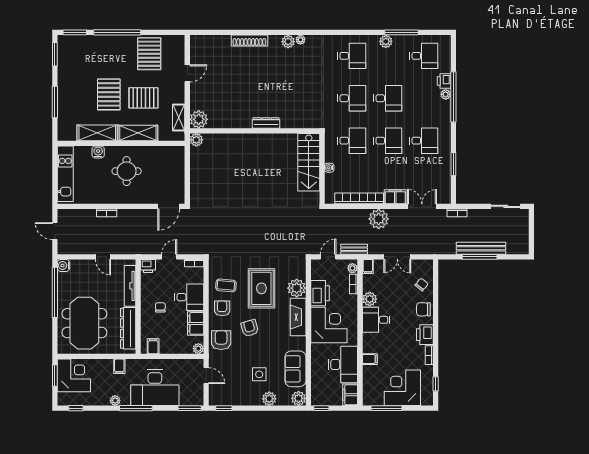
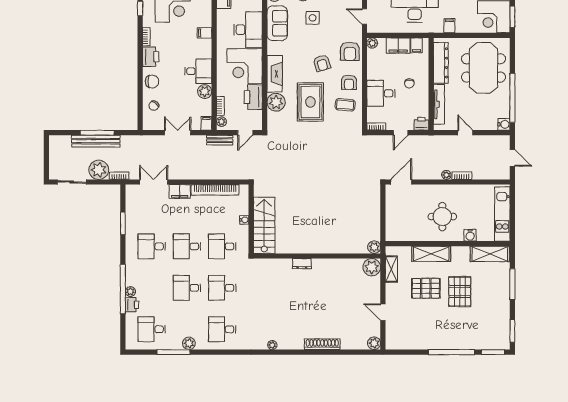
plant: (288, 42) -> (374, 343), moved
pallet: (149, 54) -> (420, 331), removed
door: (187, 73) -> (383, 312), hinge flipped
dresser: (266, 123) -> (302, 264), width x0.70
shelving: (97, 133) -> (490, 254), moved
double door: (422, 206) -> (154, 182), swing flipped
plant: (122, 214) -> (446, 175), added
plant: (379, 219) -> (99, 170), moved
filing cabinet: (196, 323) -> (398, 46), moved, turned 90
desk: (343, 364) -> (248, 30), moved, turned 180

